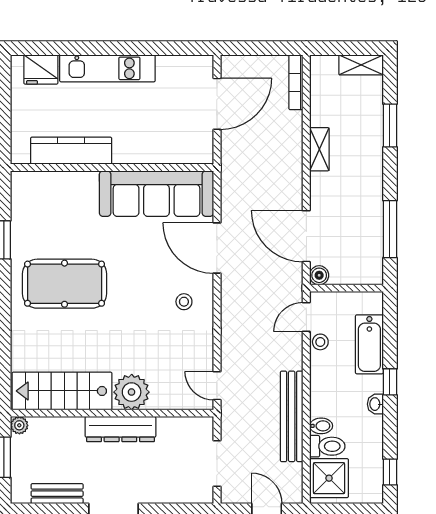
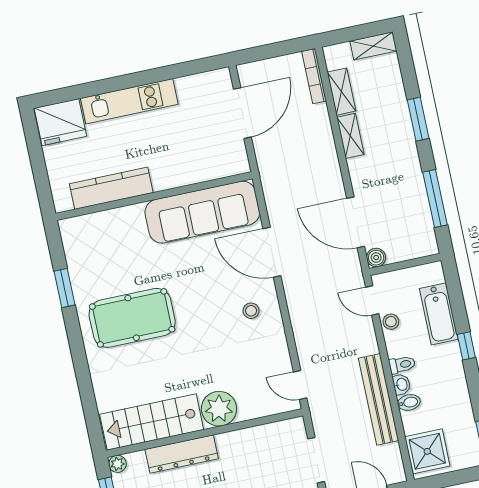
fridge: (41, 70) -> (60, 122), width x1.36, depth x1.34
shelving: (320, 103) -> (341, 92), added
window: (390, 125) -> (418, 119), moved
door: (306, 317) -> (372, 301), hinge flipped
washbasin: (375, 404) -> (402, 384), moved, turned 180
dresser: (120, 429) -> (182, 454), moved
toilet: (327, 446) -> (402, 365), moved, width x0.73, depth x0.72

